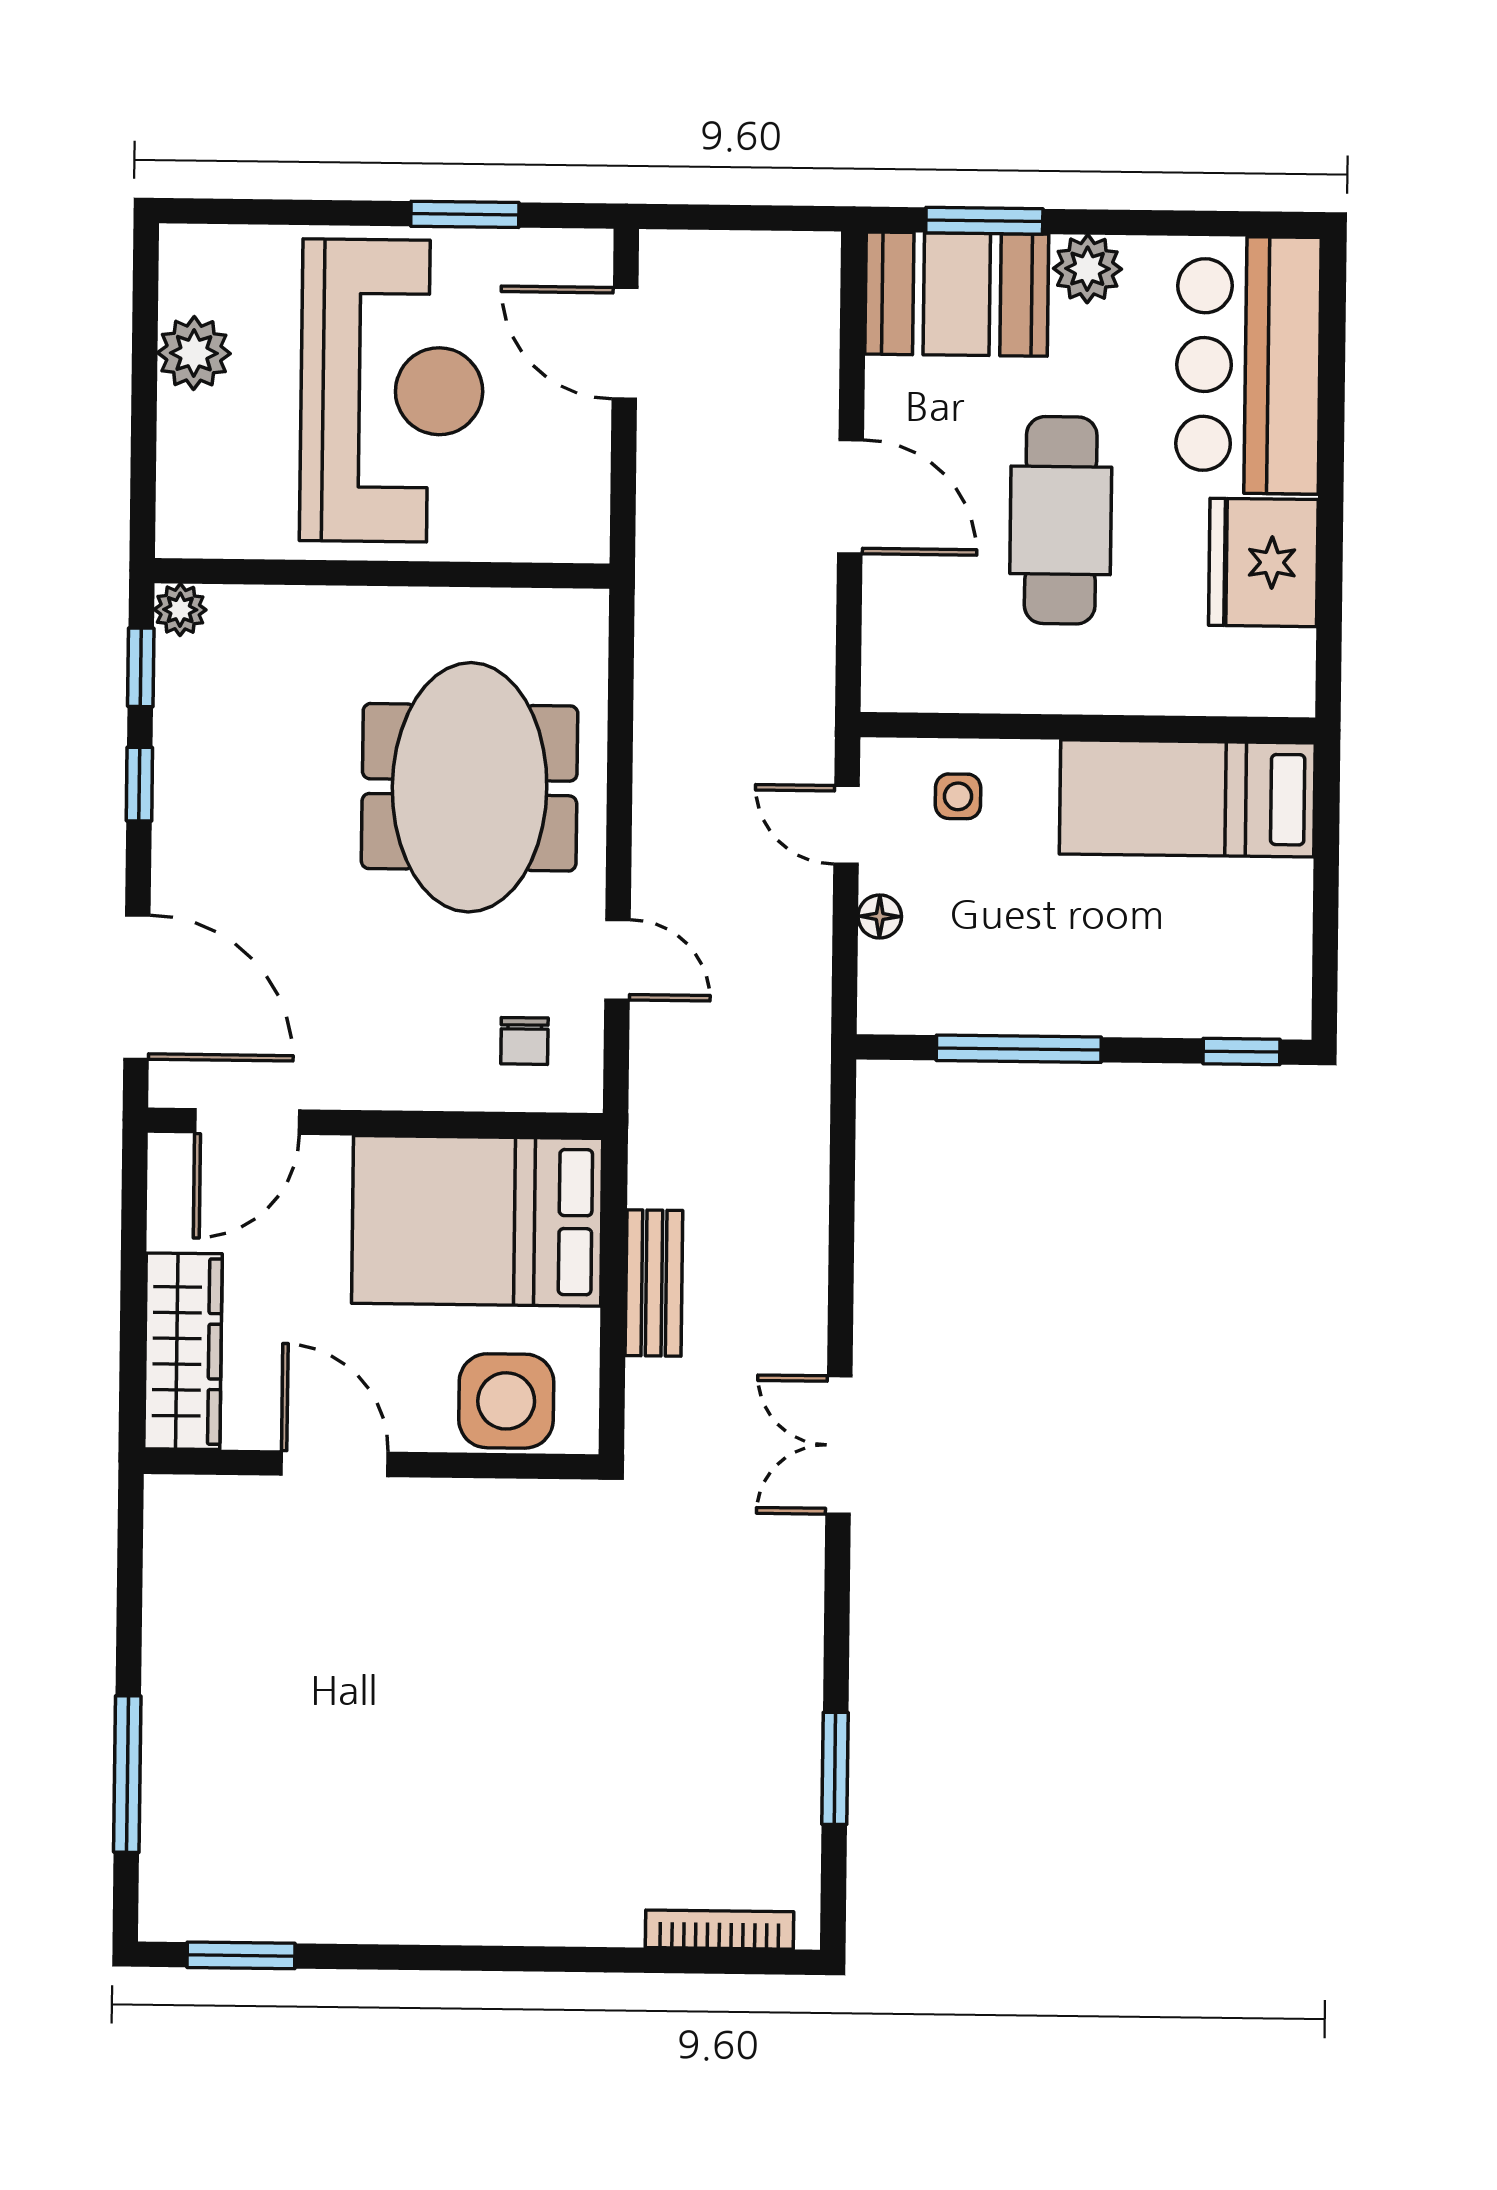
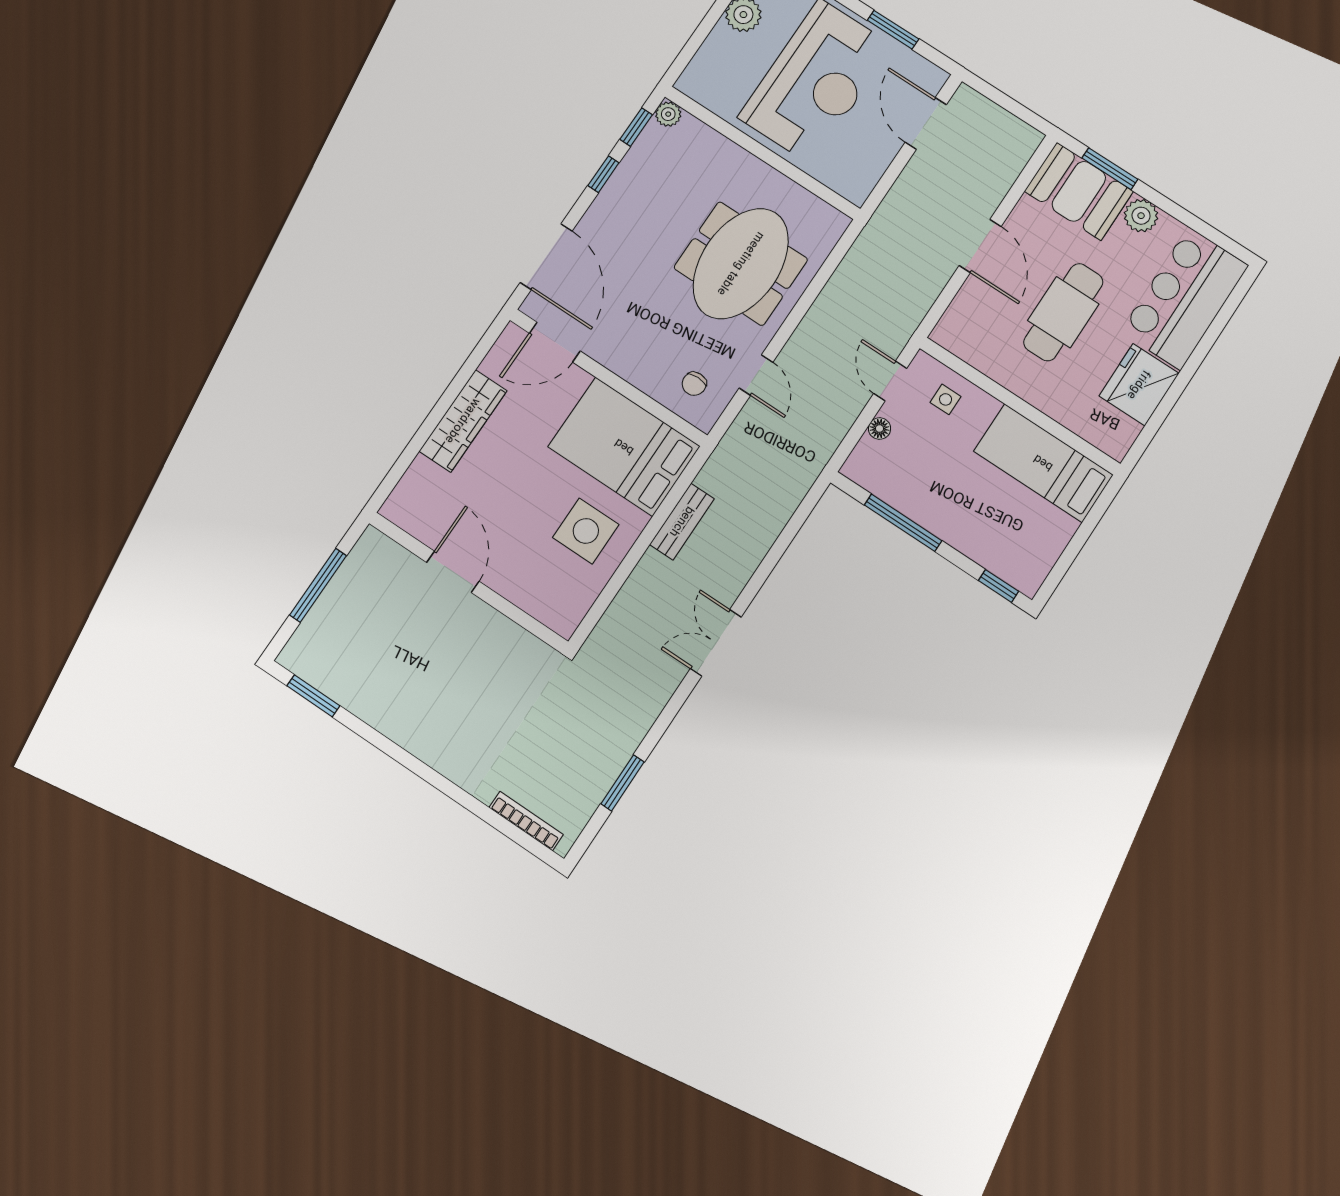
door: (335, 1464) -> (453, 572), moved
wall: (371, 1464) -> (468, 582), moved

